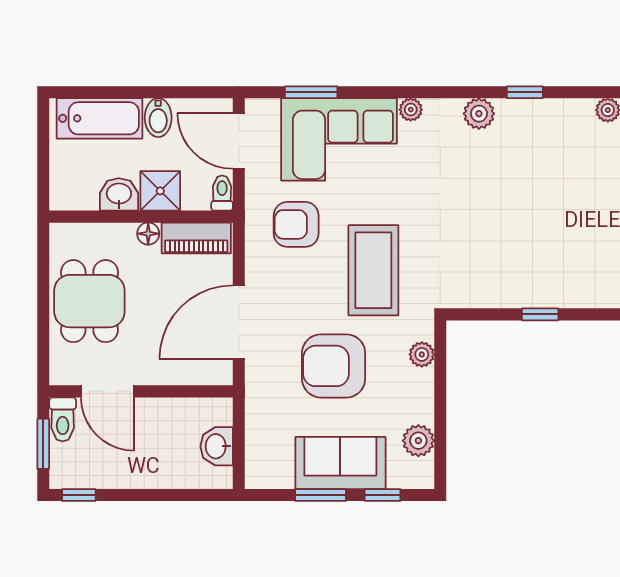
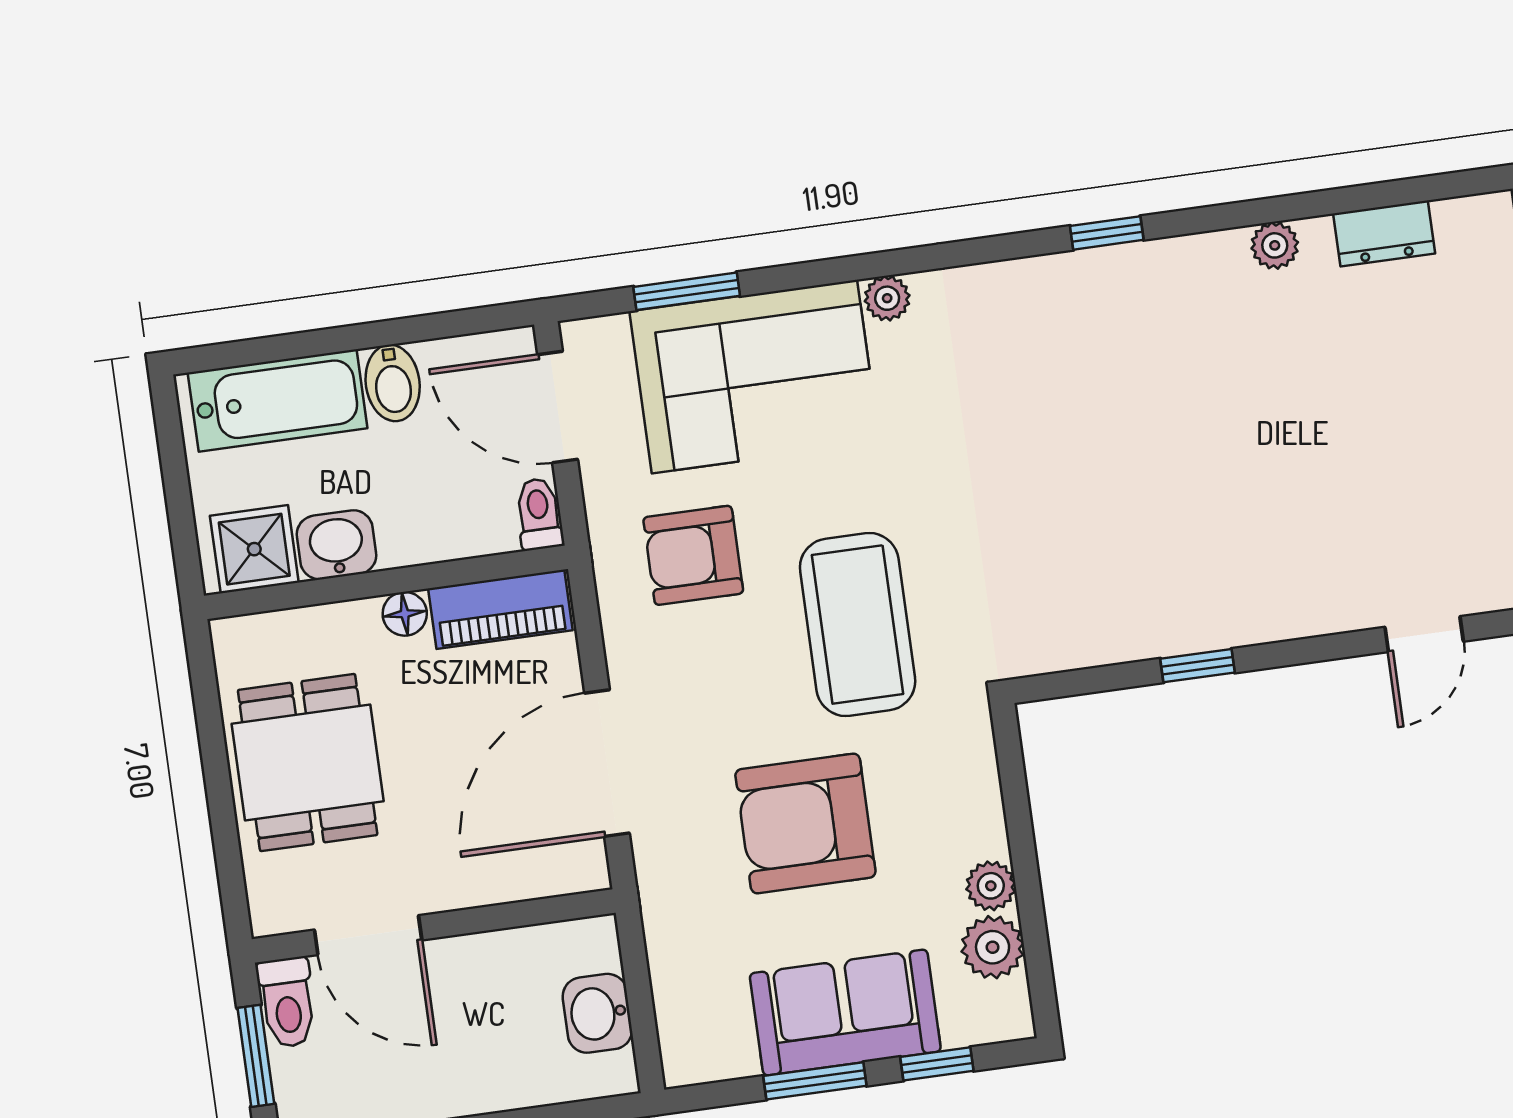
plant: (479, 114) -> (1022, 288), removed
shower: (160, 191) -> (254, 549), moved
plant: (422, 354) -> (991, 886), moved

